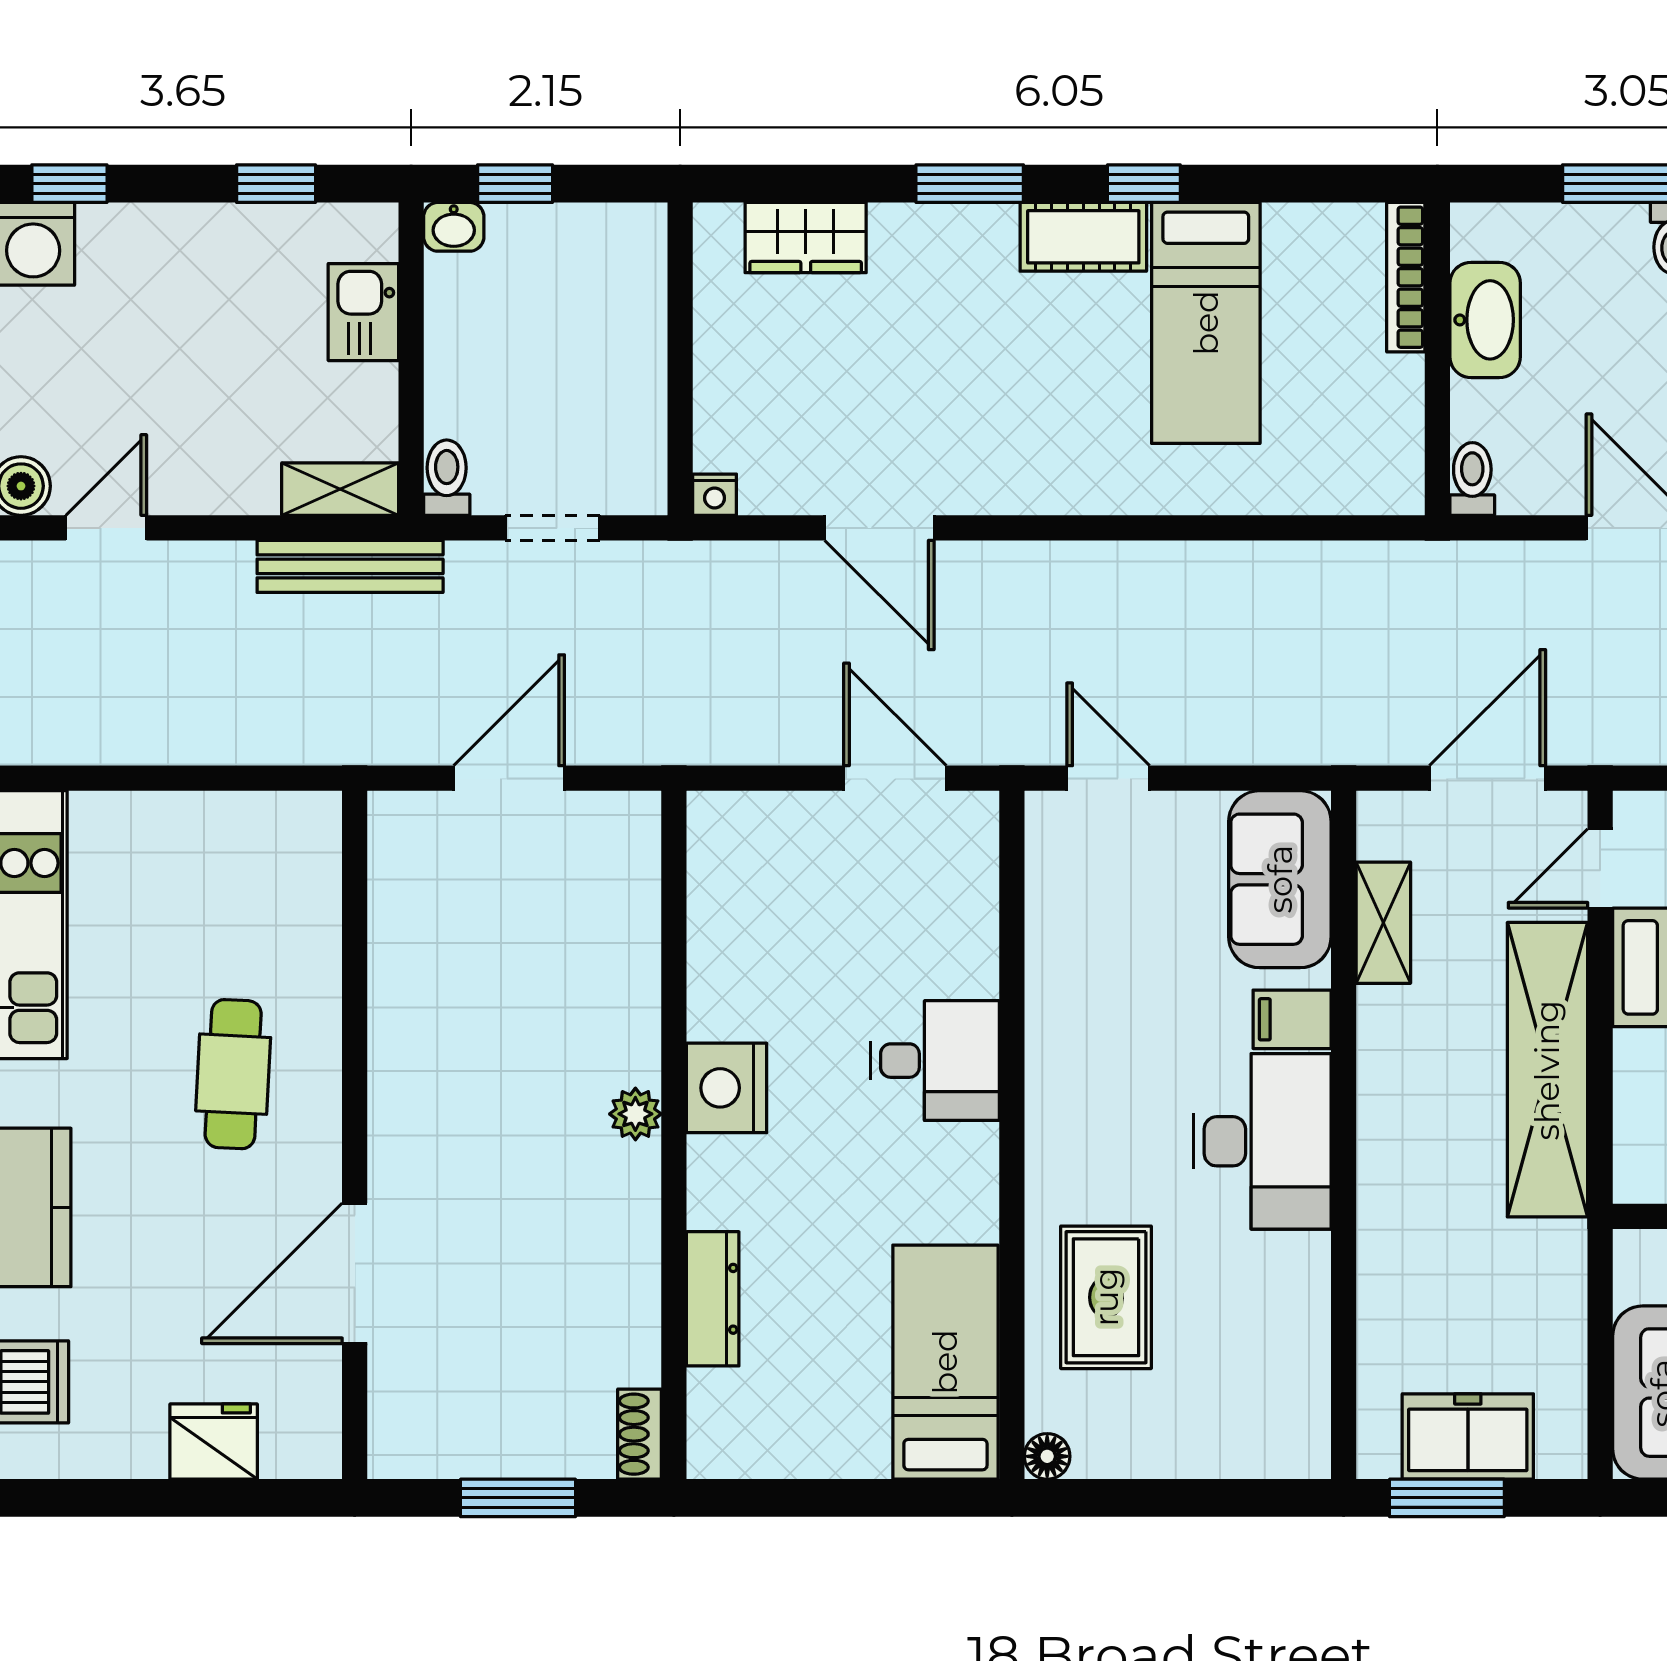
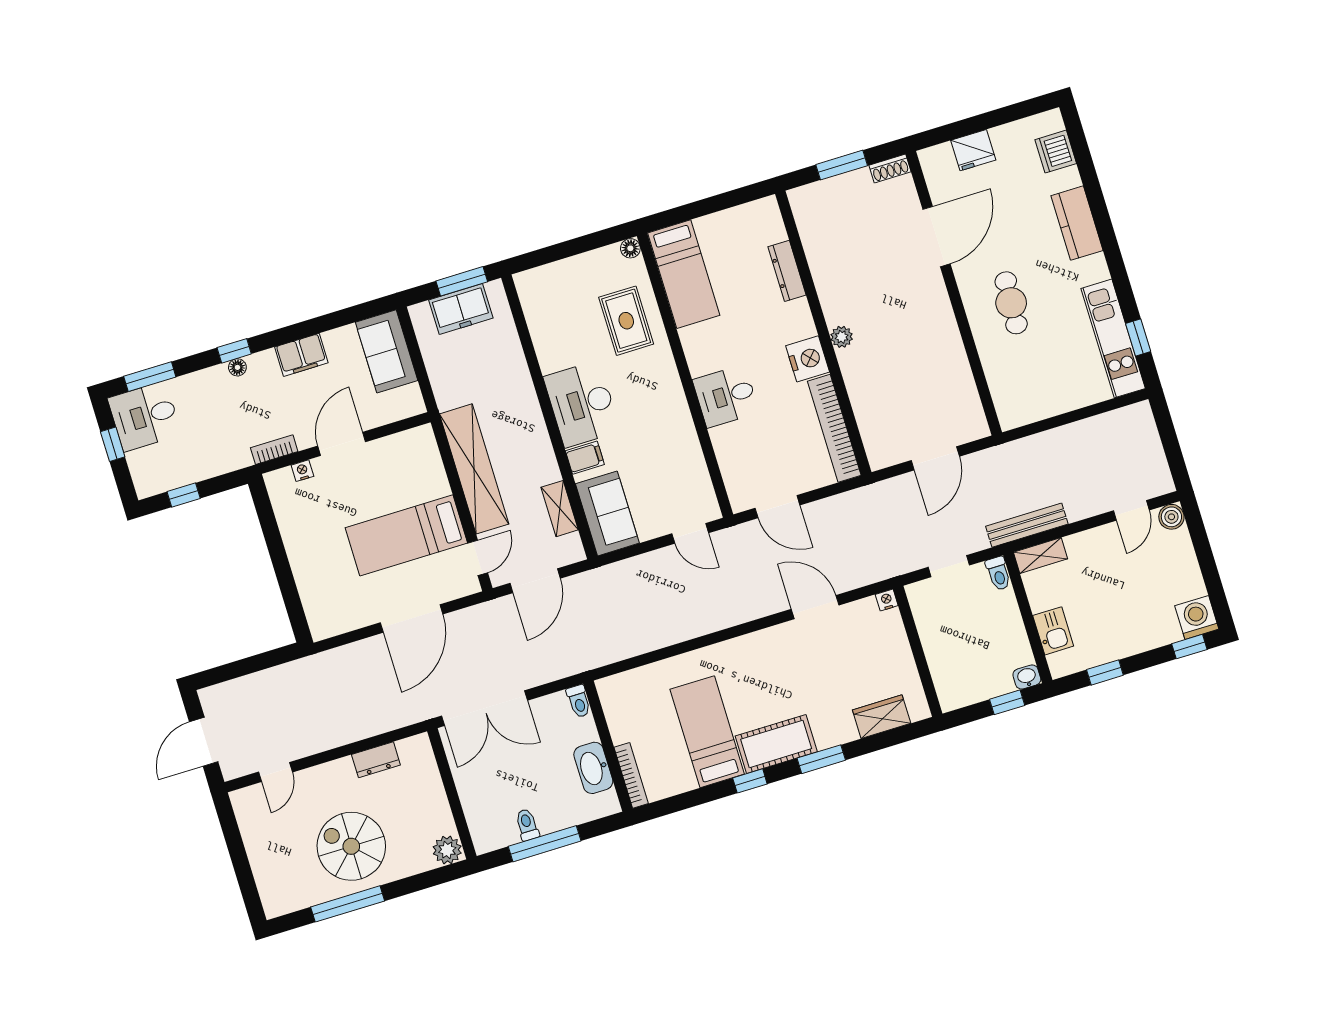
cot: (1083, 237) -> (776, 744), width x1.37, depth x1.34
bookcase: (714, 914) -> (834, 428), added
shoe rack: (640, 1434) -> (890, 168), moved, turned 90

